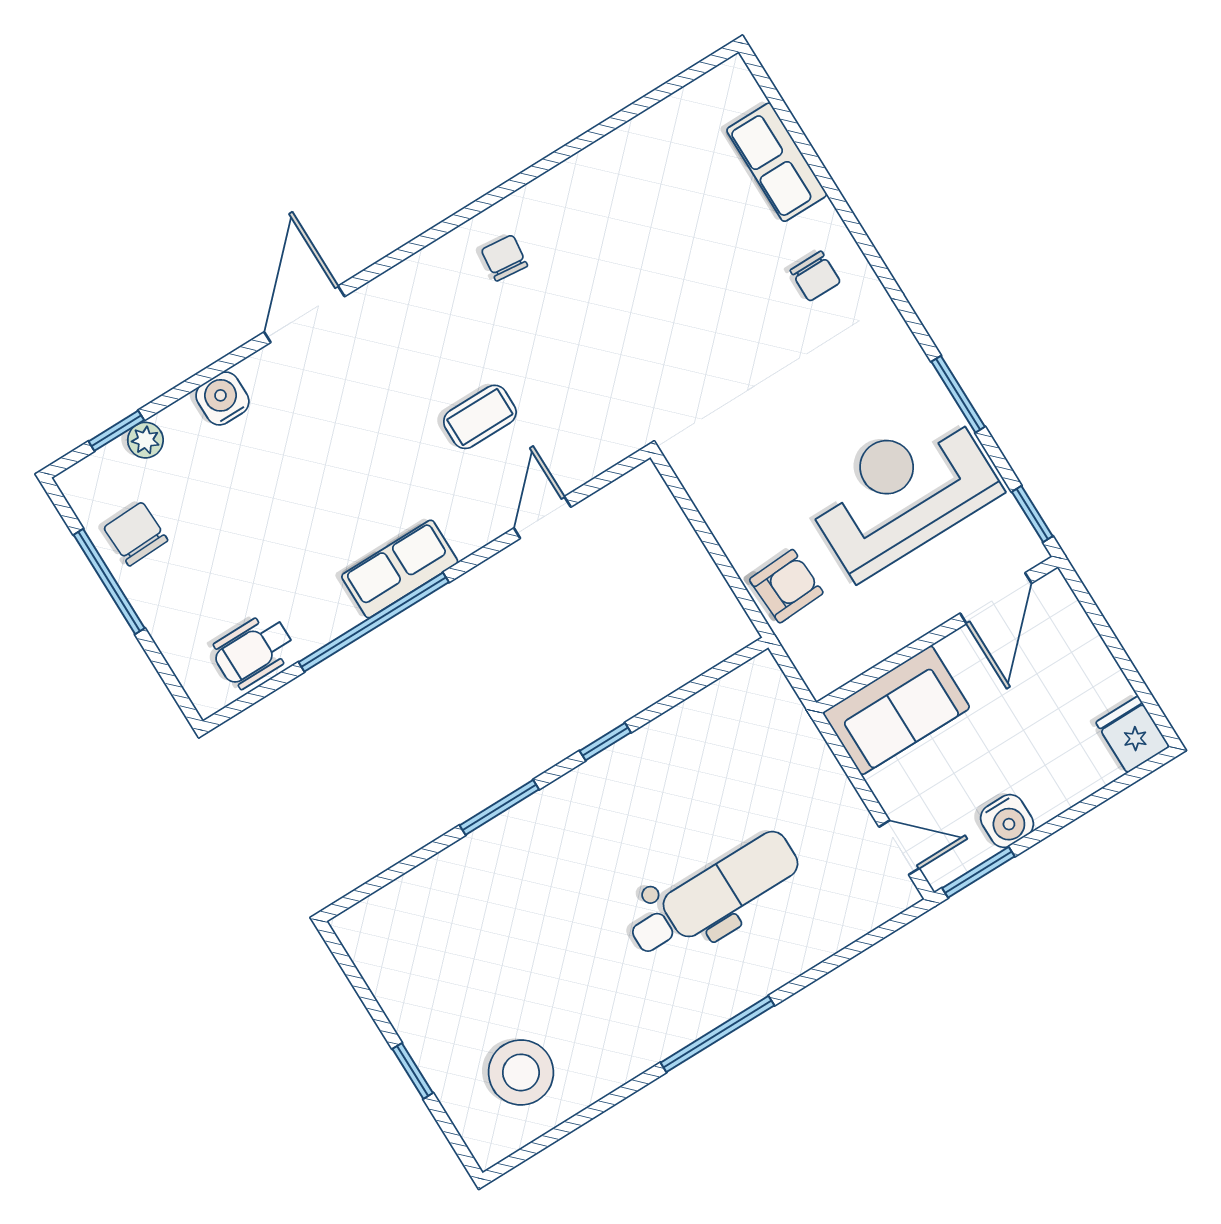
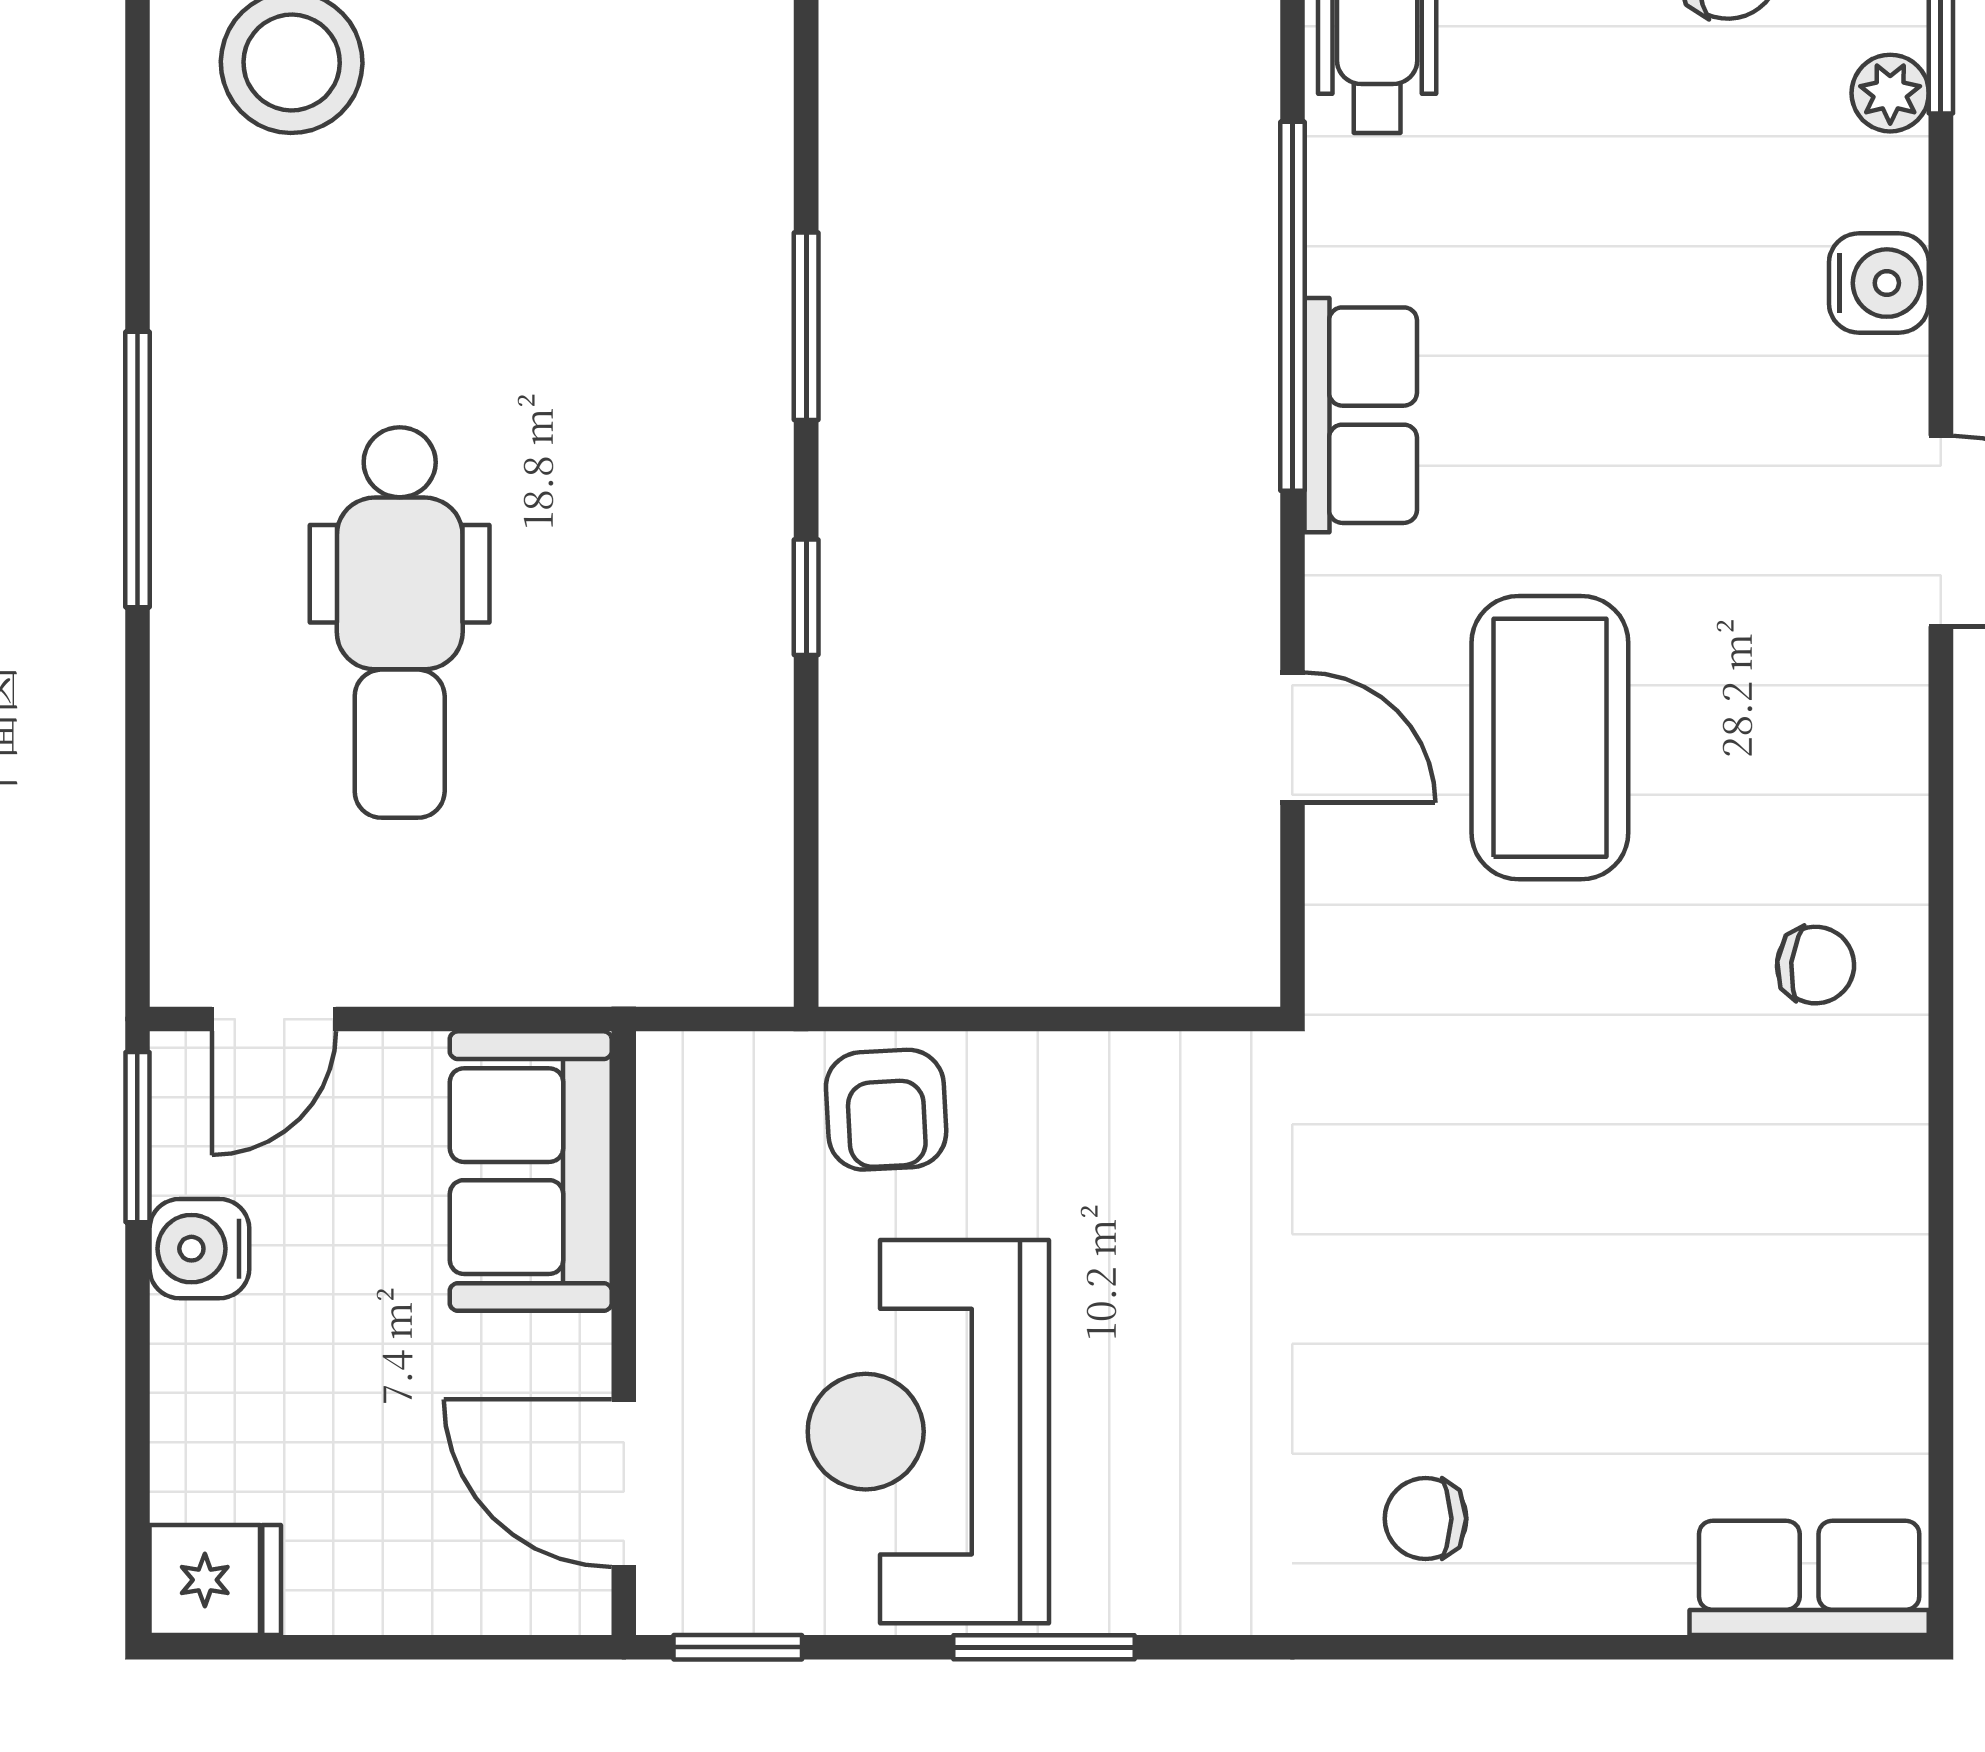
row of seats: (777, 162) -> (1809, 1578), moved
coffee table: (480, 417) -> (1550, 738), width x1.86, depth x1.72
reception desk: (902, 492) -> (928, 1432), turned 180

